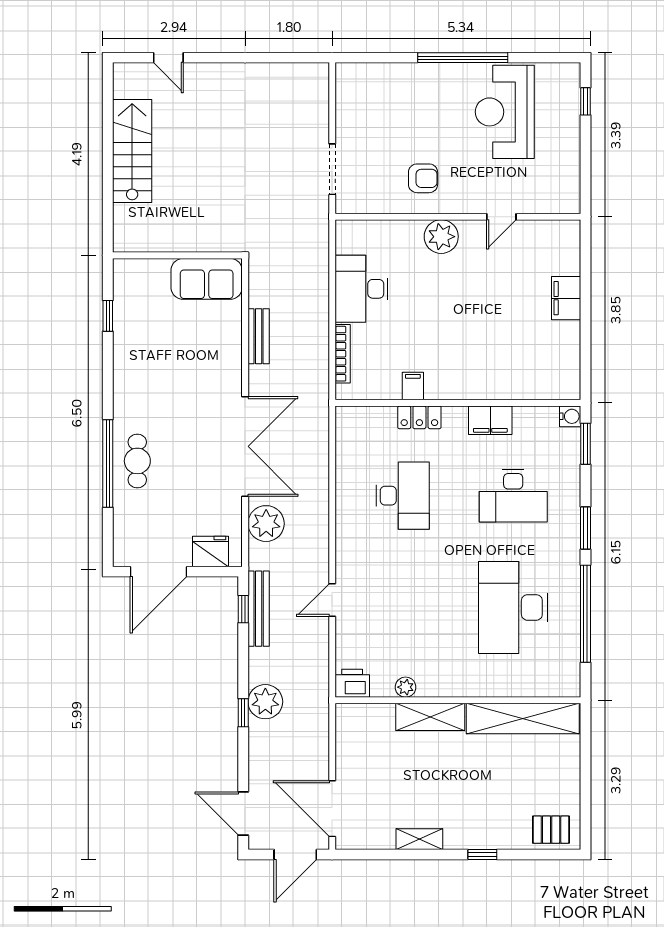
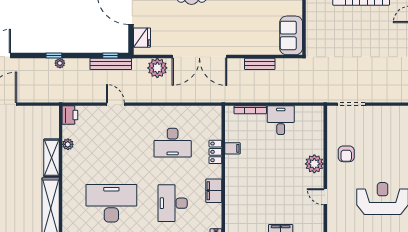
desk: (362, 289) -> (281, 120), width x0.73
plant: (265, 702) -> (60, 63), width x0.53, depth x0.53

